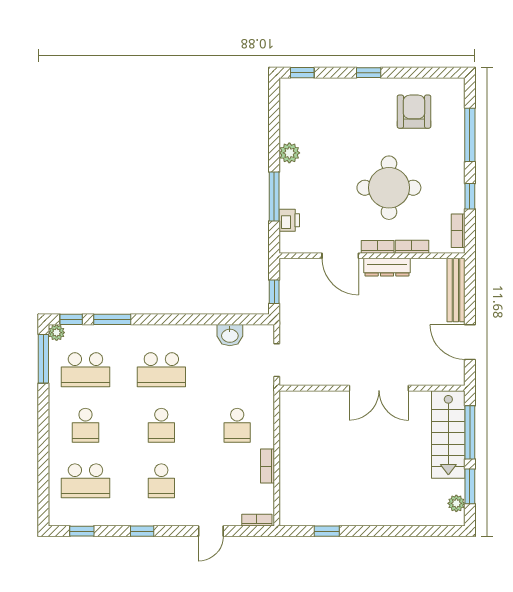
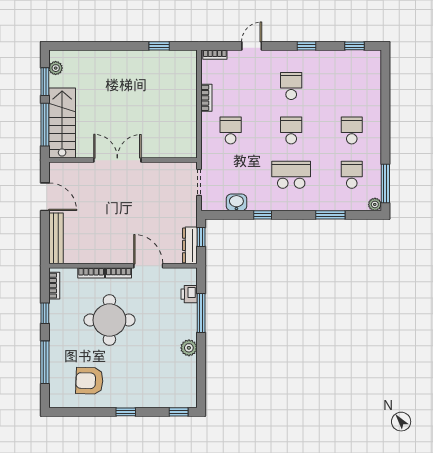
armchair: (414, 112) -> (89, 381), turned 92
dresser: (387, 267) -> (190, 245), moved, turned -90
window: (71, 319) -> (263, 215), moved
school desk: (85, 370) -> (352, 175), width x0.54
school desk: (85, 481) -> (352, 86), removed

